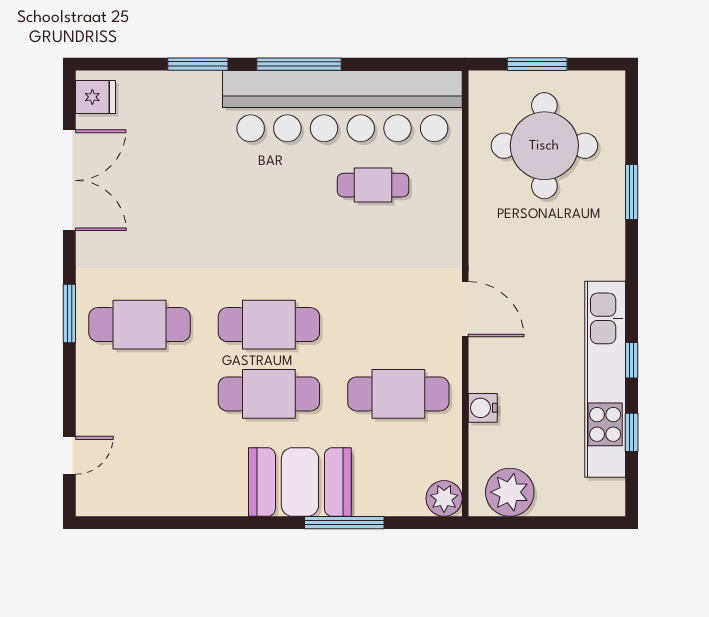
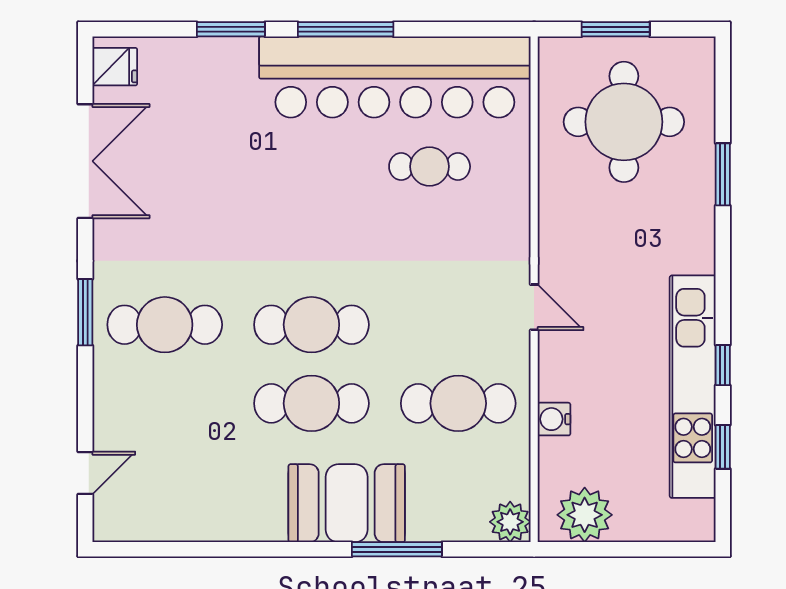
door: (465, 309) -> (534, 307), width x0.73

